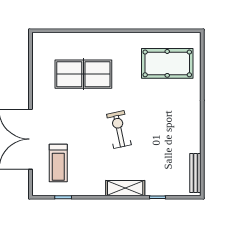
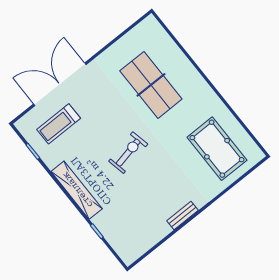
bench: (195, 173) -> (183, 216), moved, width x0.73
shelving: (125, 188) -> (77, 190), width x1.47

